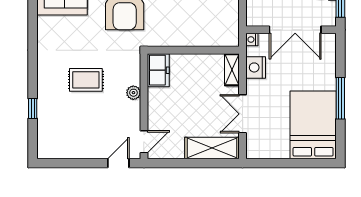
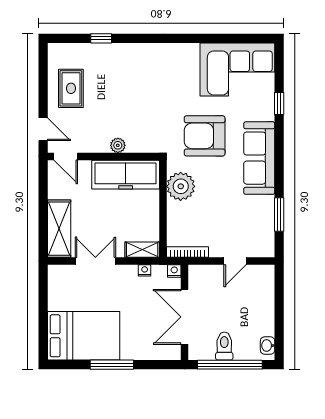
bookcase: (234, 27) -> (187, 252), added
plant: (172, 33) -> (181, 186), added
nightstand: (256, 67) -> (145, 270), width x0.53, depth x0.56
freezer: (158, 70) -> (126, 175), width x1.91, depth x1.26
rug: (86, 80) -> (71, 88), moved

